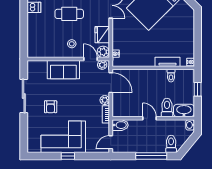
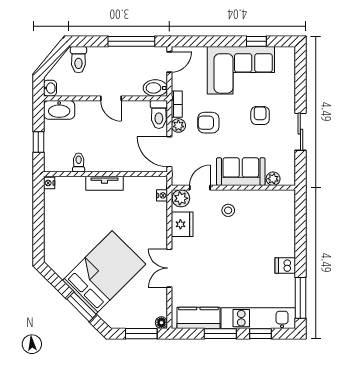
cafe table: (69, 14) -> (232, 255), removed
door: (90, 59) -> (200, 188), swing flipped
tv unit: (167, 62) -> (105, 183), moved
plant: (102, 65) -> (273, 179), moved
sliding door: (24, 96) -> (300, 132), width x0.73
armchair: (85, 102) -> (208, 123), added
toilet: (167, 107) -> (159, 114), moved
window: (68, 156) -> (256, 41), moved
window: (151, 156) -> (131, 41), moved

